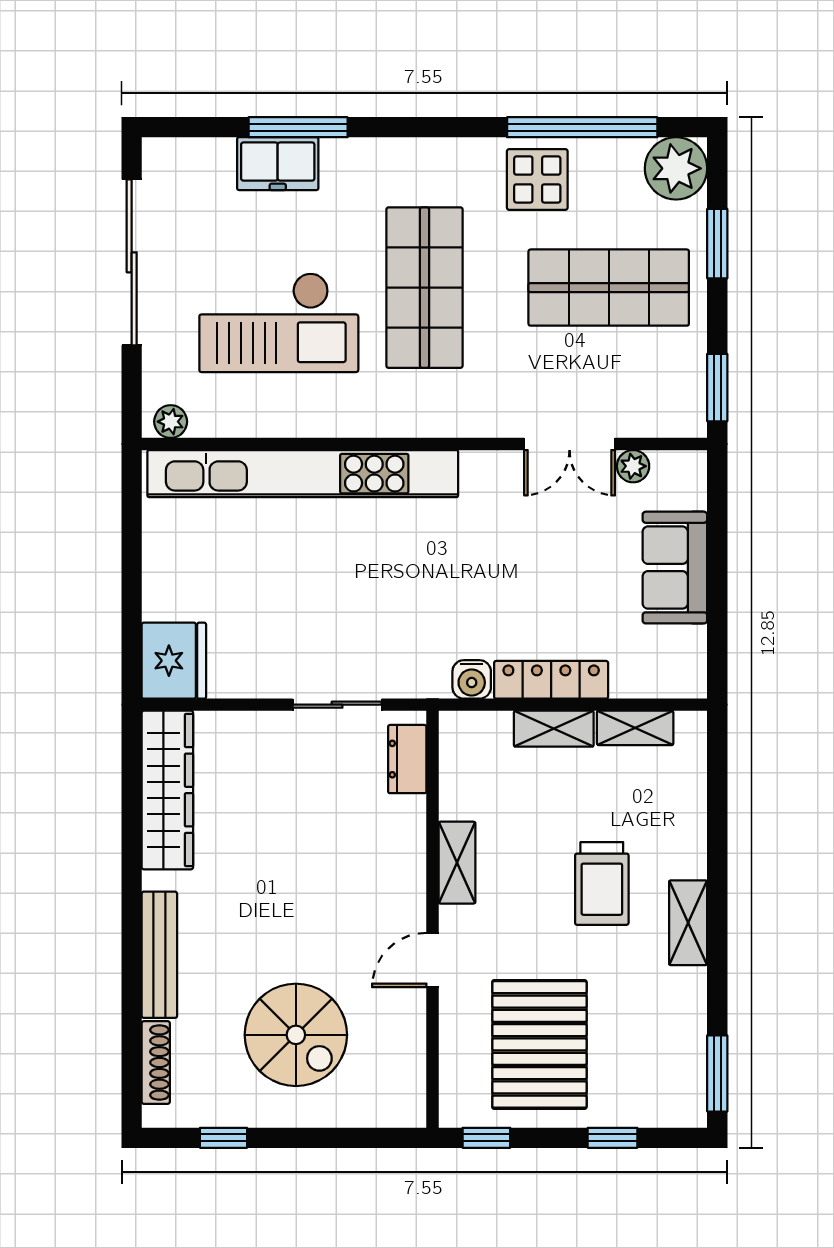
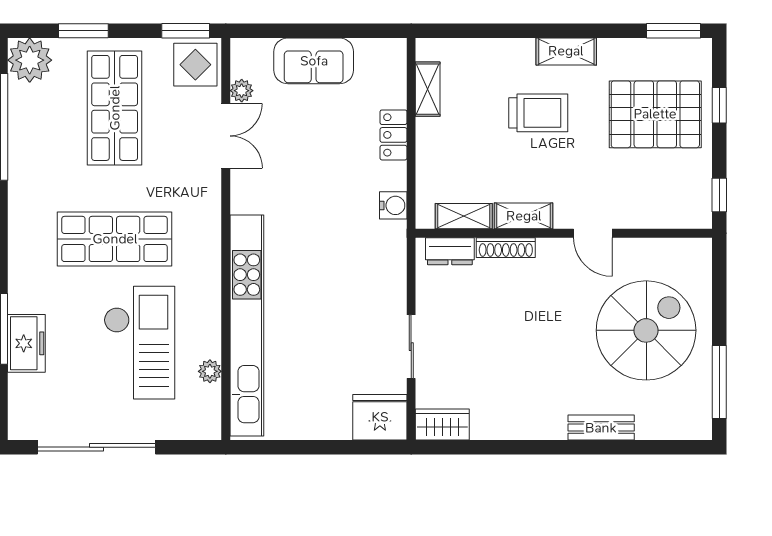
display table: (537, 179) -> (195, 65), moved
plant: (171, 422) -> (210, 371), moved
locker: (551, 680) -> (393, 135), width x0.66
sliding door: (337, 705) -> (411, 347), moved
shelving: (554, 729) -> (464, 216), moved, turned 90
wardrobe: (167, 790) -> (442, 425), width x0.48, depth x0.85
bench: (159, 955) -> (601, 428), width x0.73
spiral stairs: (296, 1035) -> (646, 330), width x1.37, depth x1.37
pallet: (539, 1044) -> (655, 114), moved
shoe rack: (156, 1062) -> (506, 248), moved, turned 180
window: (223, 1138) -> (719, 382), width x2.17

